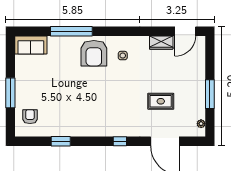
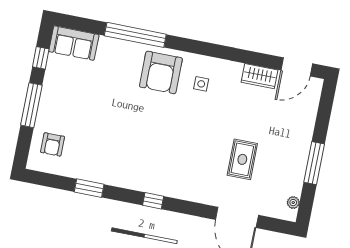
window: (10, 59) -> (41, 58), added
rug: (161, 101) -> (242, 159), turned 90
armchair: (30, 117) -> (52, 144), turned 180
window: (120, 141) -> (153, 201), moved

